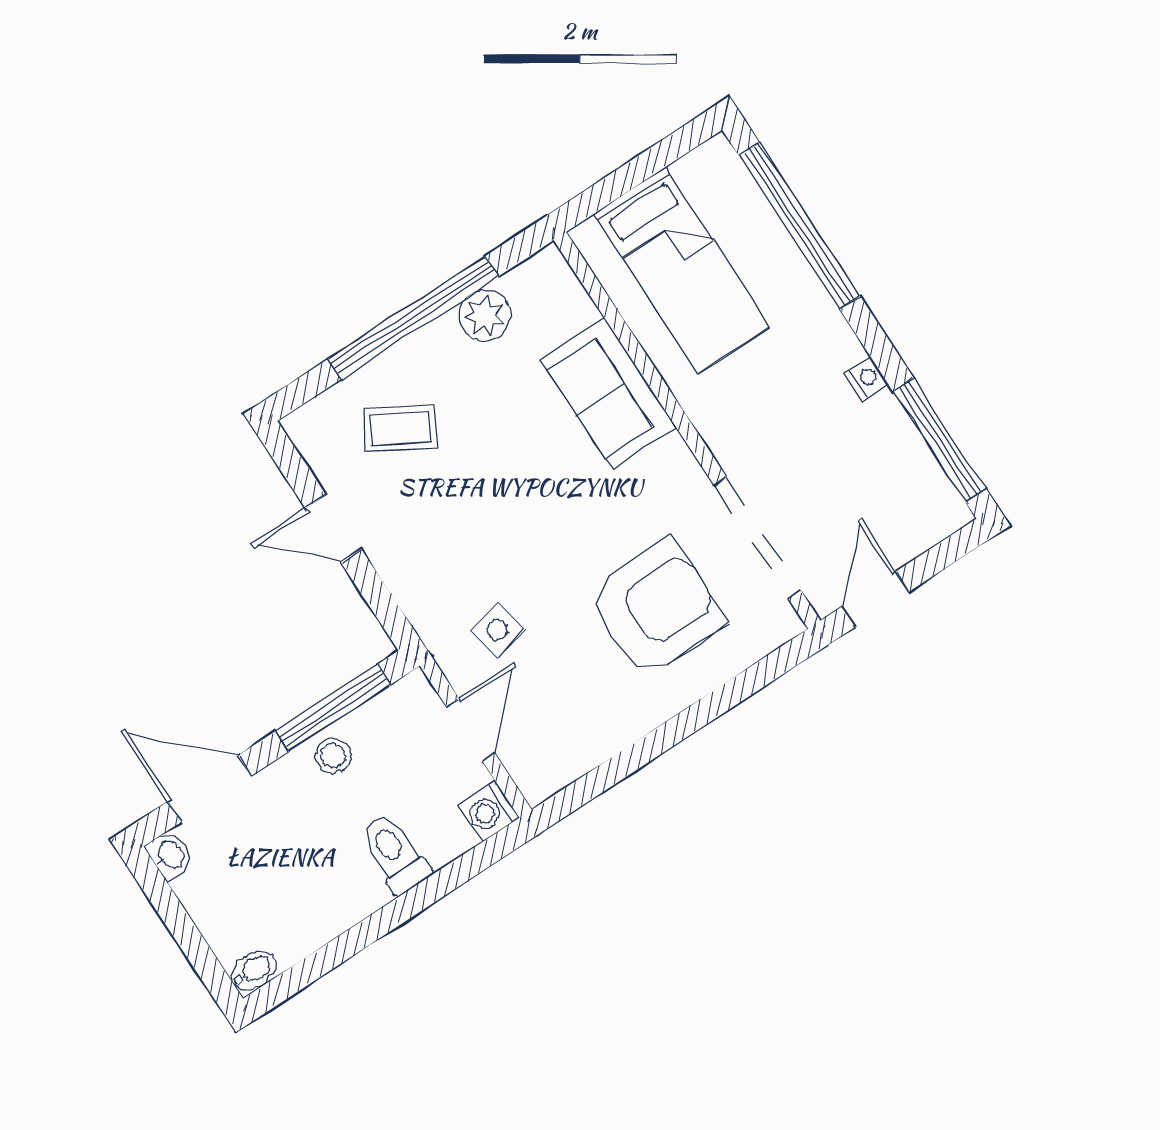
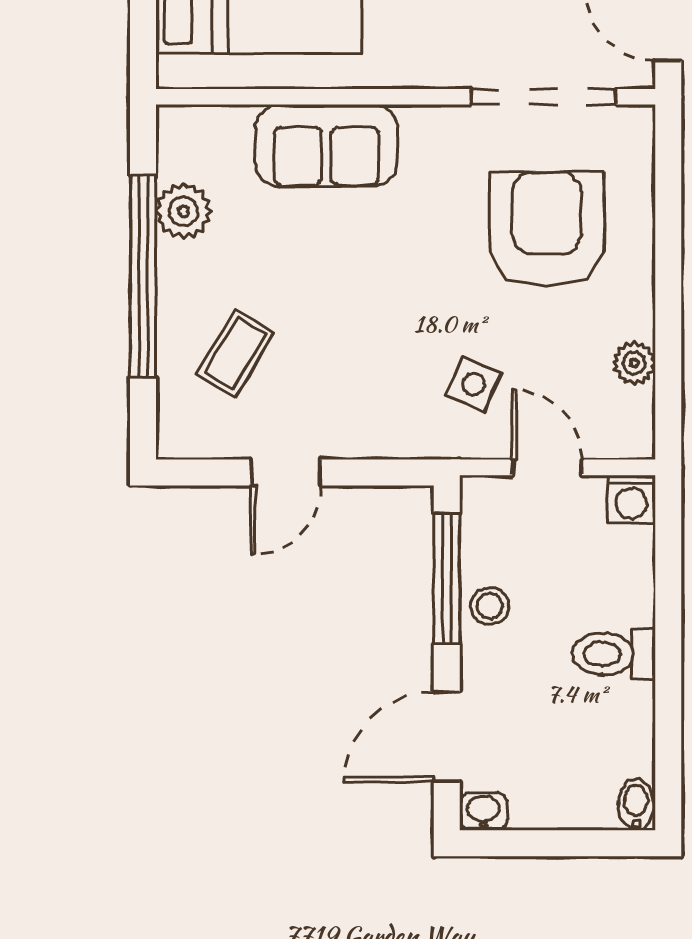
side table: (498, 630) -> (474, 384), turned 36
plant: (596, 744) -> (634, 363), added
toilet: (395, 853) -> (614, 654), moved

